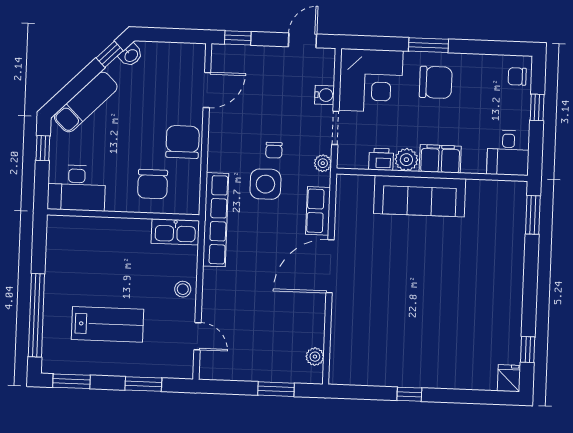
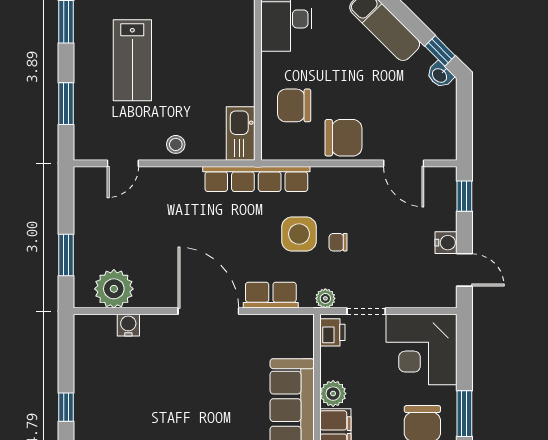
water cooler: (324, 95) -> (446, 243), moved, turned -90
printer: (381, 159) -> (332, 332), moved
water cooler: (340, 337) -> (128, 325), added
plant: (315, 357) -> (114, 289), width x1.87, depth x1.87

